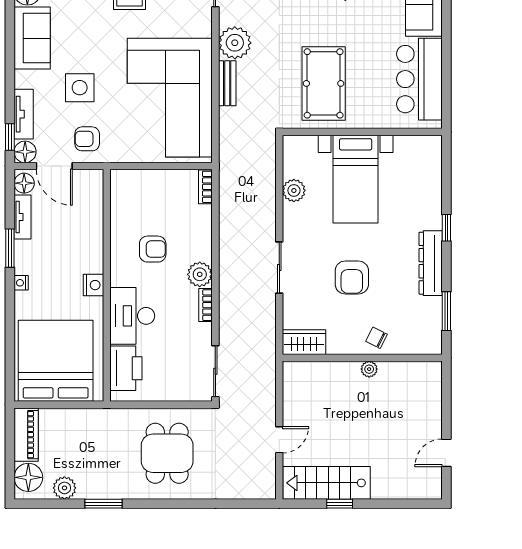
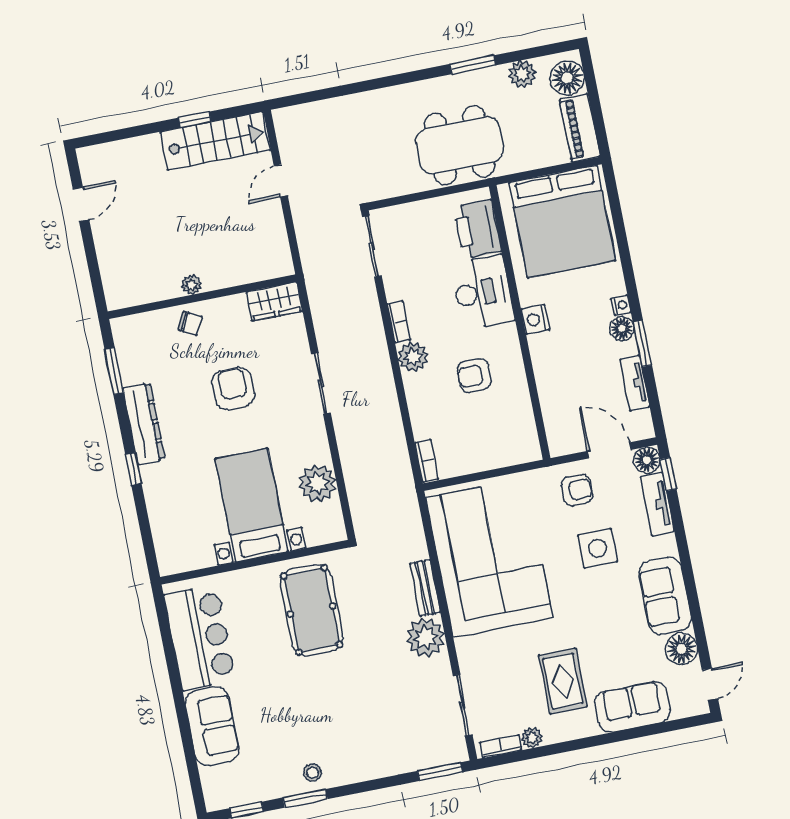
floor lamp: (24, 183) -> (622, 329), moved
plant: (294, 190) -> (318, 483), width x1.36, depth x1.36
dining table: (167, 453) -> (460, 145), moved, width x1.37

